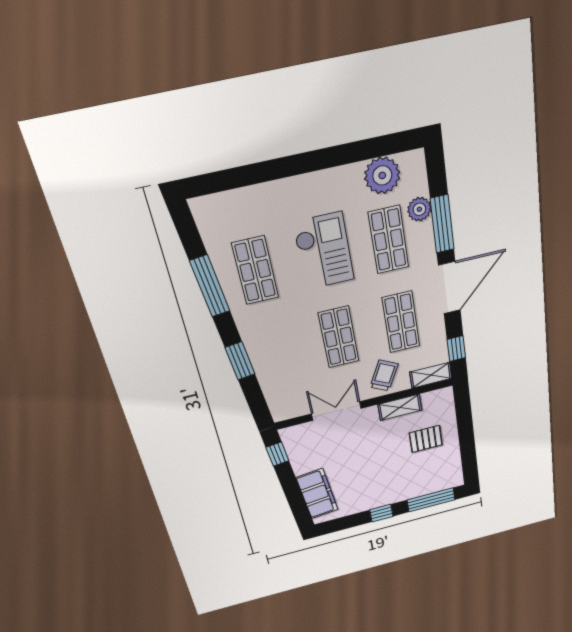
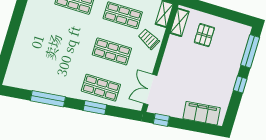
checkout: (324, 251) -> (62, 35), removed
shop shelf: (255, 270) -> (101, 88), moved
shelving: (400, 407) -> (179, 22), moved
double door: (336, 411) -> (150, 90), moved

